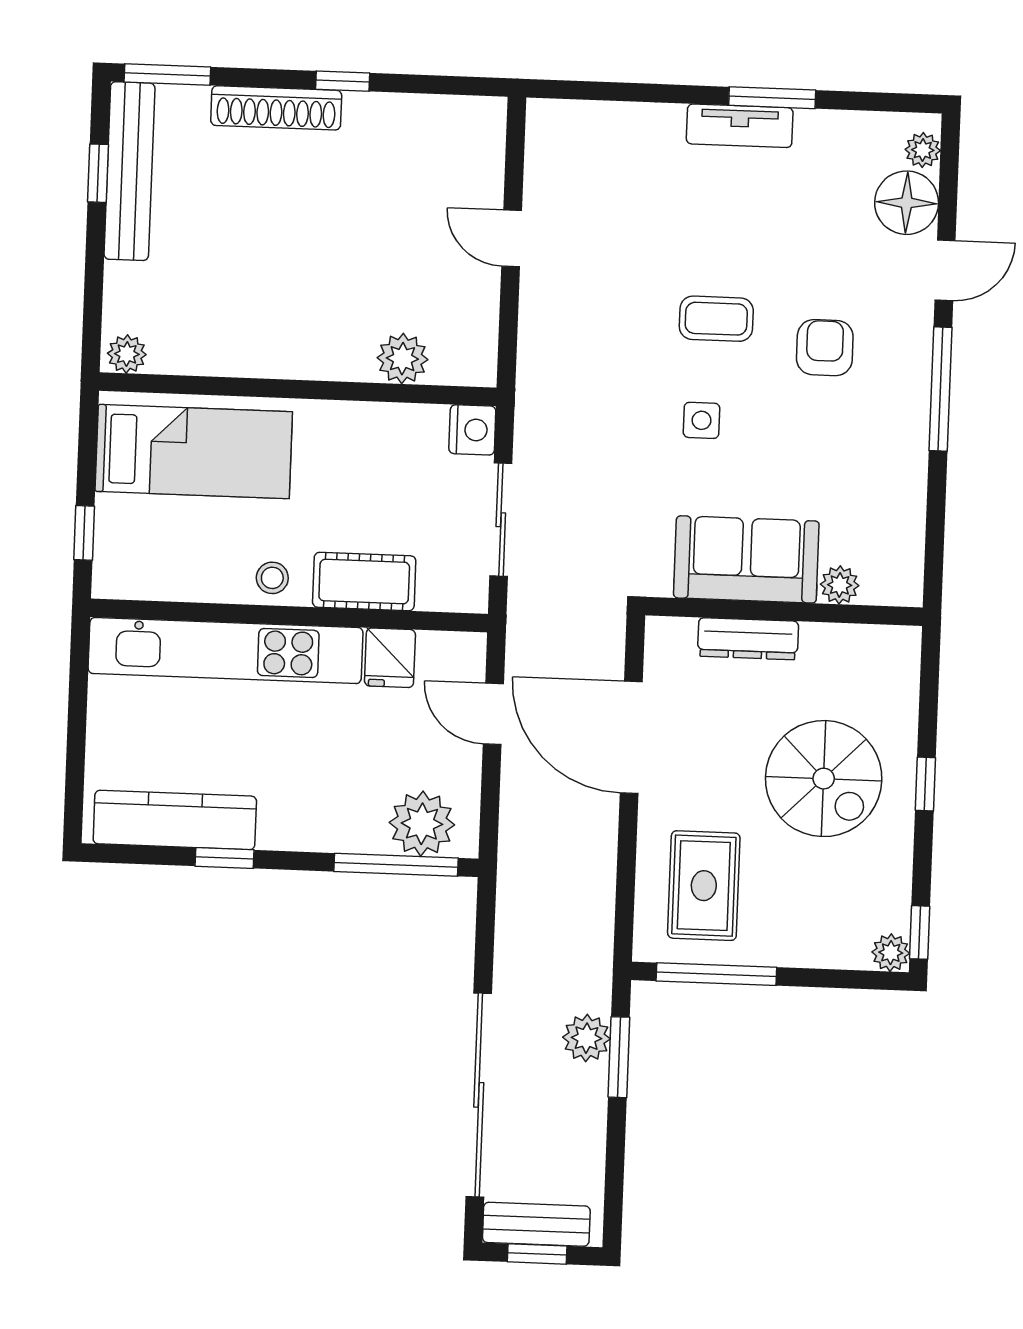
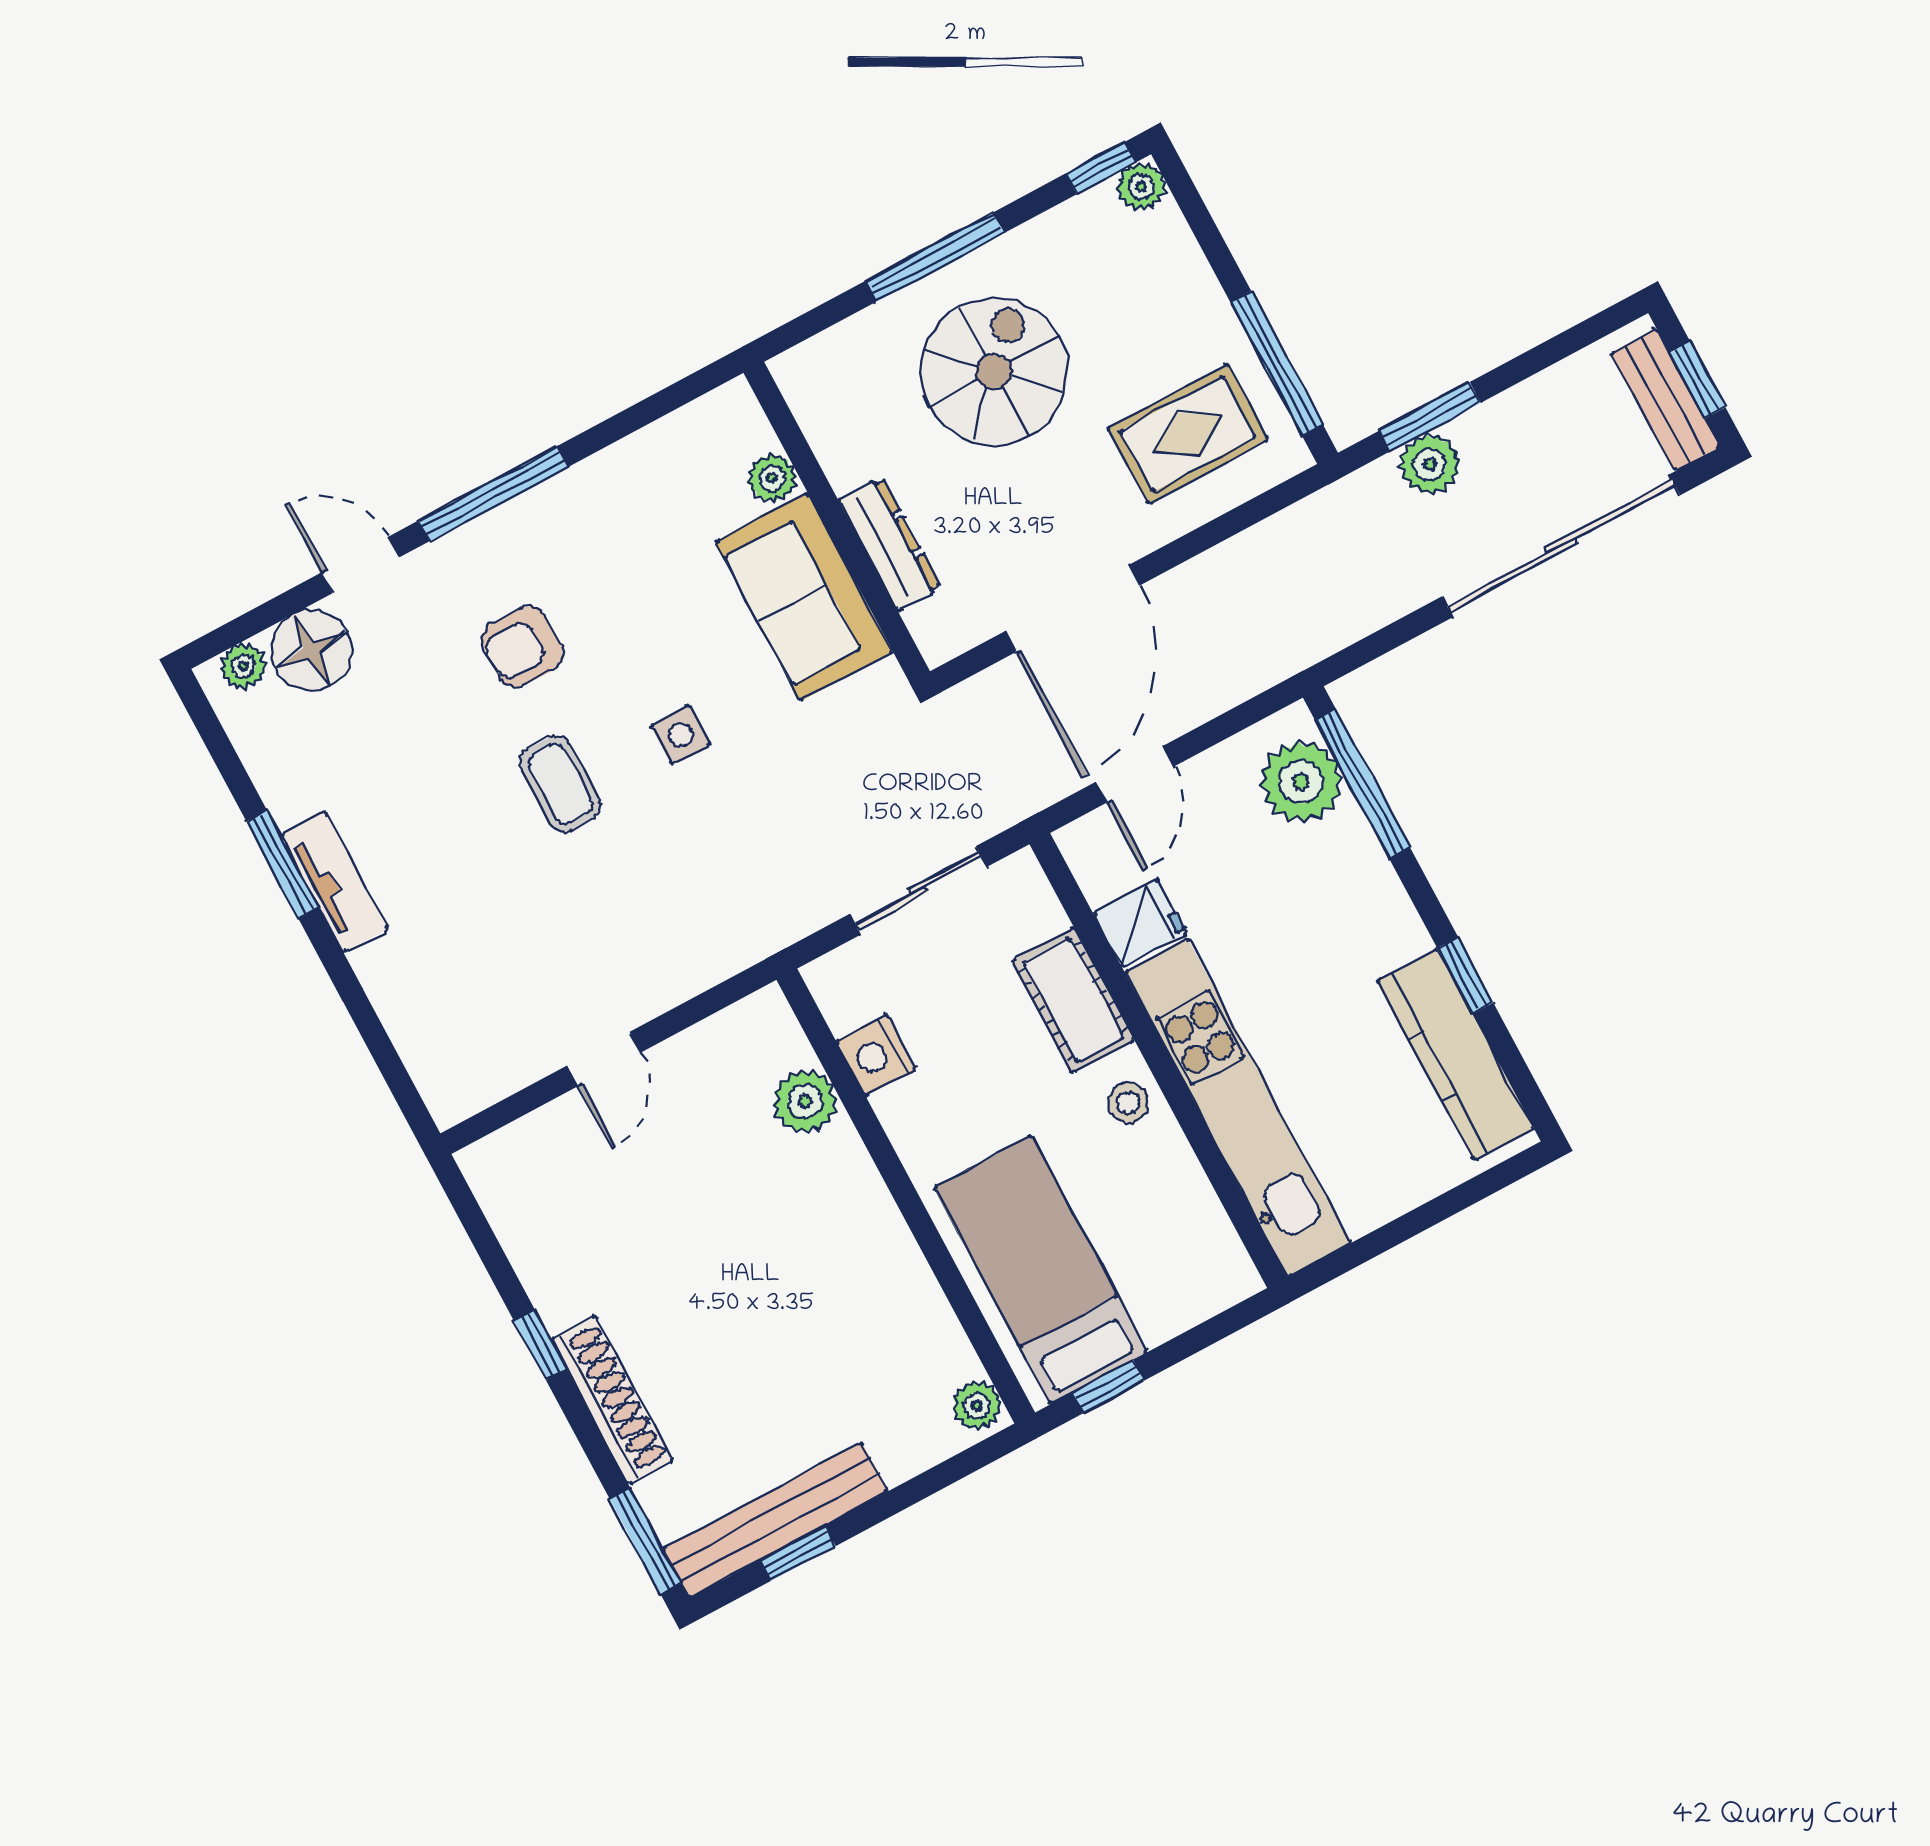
nightstand: (472, 430) -> (876, 1055), moved, turned -90
window: (84, 533) -> (1108, 1387), moved
window: (925, 784) -> (935, 257), width x2.17

